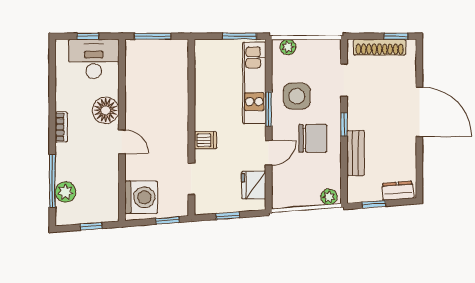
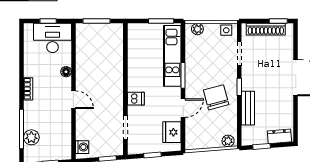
side table: (297, 96) -> (226, 30), moved, width x0.54, depth x0.54
floor lamp: (106, 110) -> (66, 72), width x0.53, depth x0.53
chair: (313, 138) -> (216, 97), turned -105
washing machine: (141, 197) -> (82, 147), width x0.53, depth x0.53

